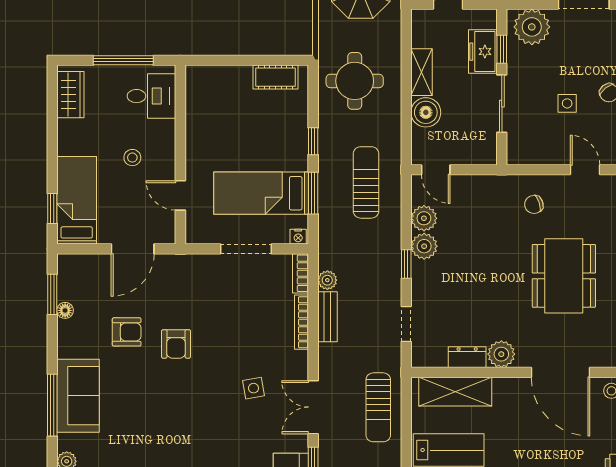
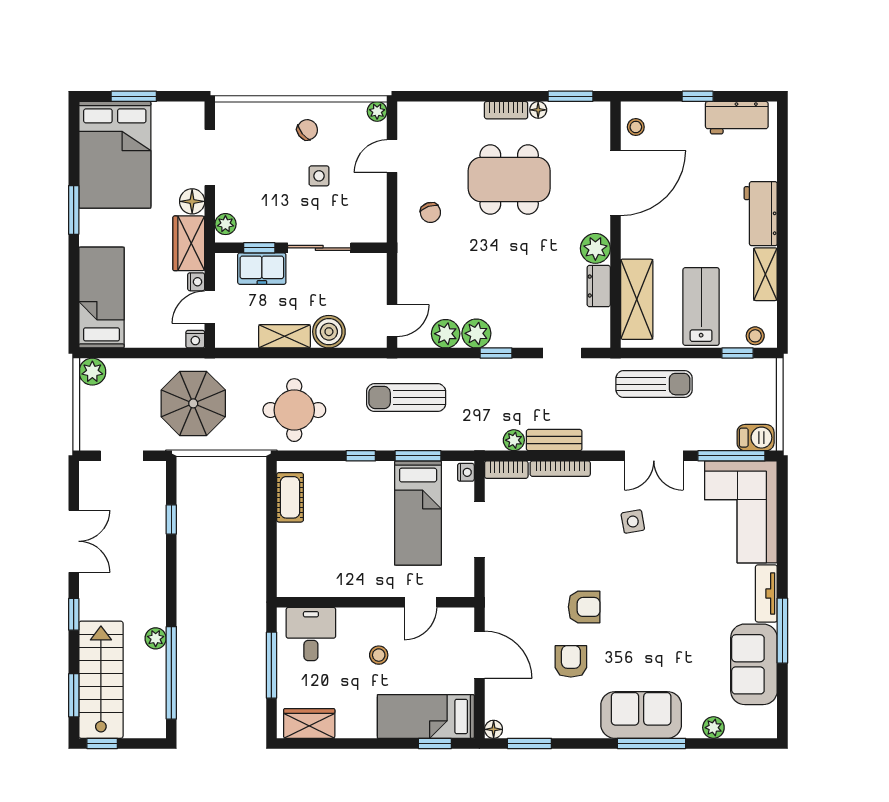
plant: (532, 27) -> (225, 224), width x0.53, depth x0.53
floor lamp: (65, 310) -> (494, 729), moved

